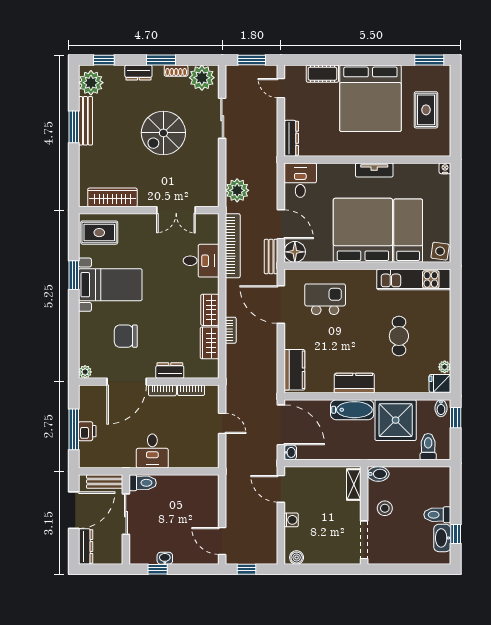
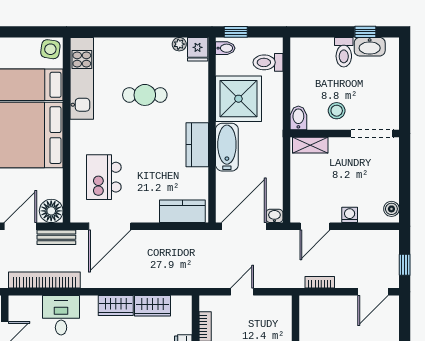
bookcase: (231, 330) -> (320, 282), moved

